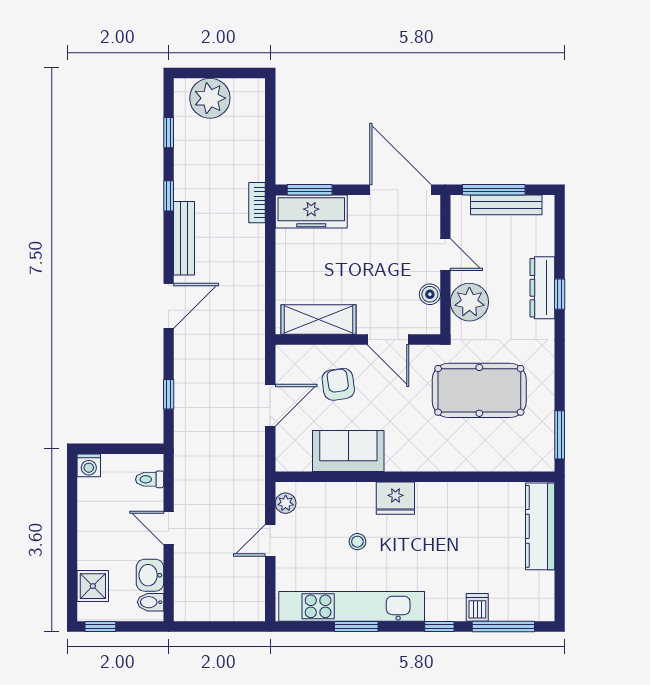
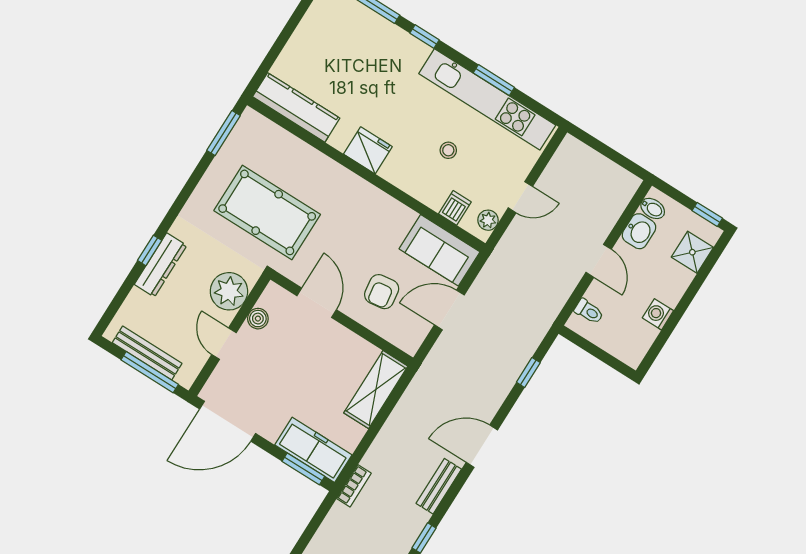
door: (400, 190) -> (228, 421), hinge flipped
bench: (184, 238) -> (439, 486), width x0.73
shelving: (319, 320) -> (376, 390), moved, turned 90
sofa: (348, 451) -> (439, 250), moved
washing machine: (89, 465) -> (658, 314), moved, turned -90
fridge: (395, 498) -> (368, 150), moved
kitchen counter: (540, 526) -> (296, 107), moved, turned -90
dishwasher: (477, 607) -> (455, 208), moved, turned 180

